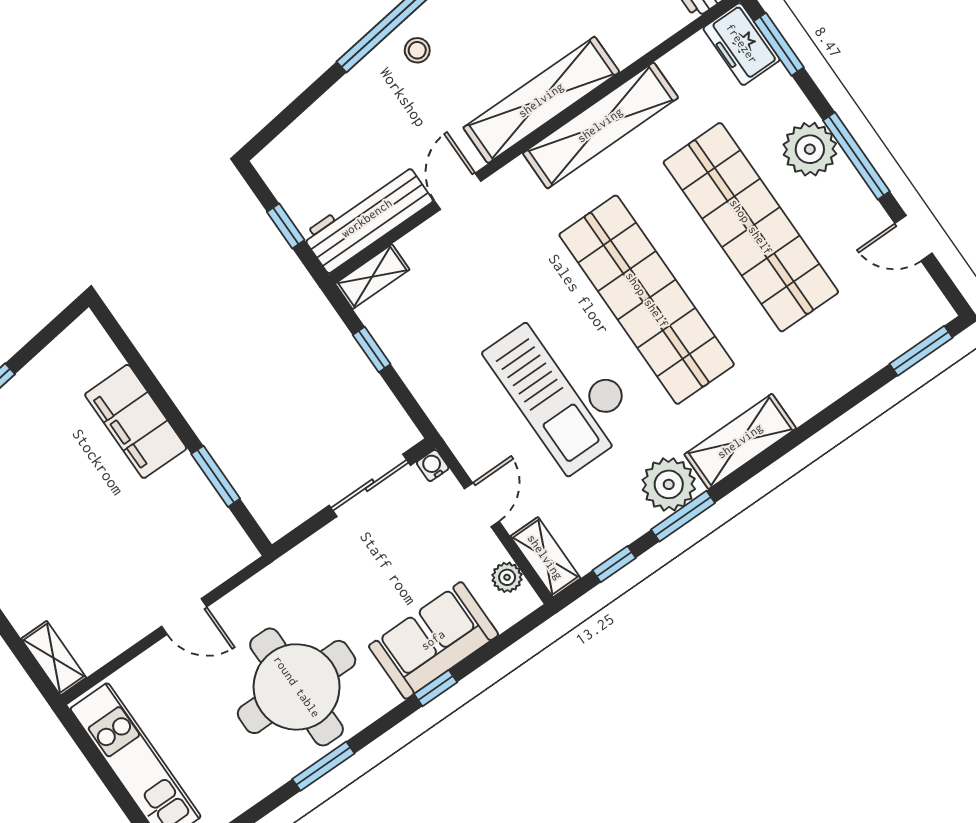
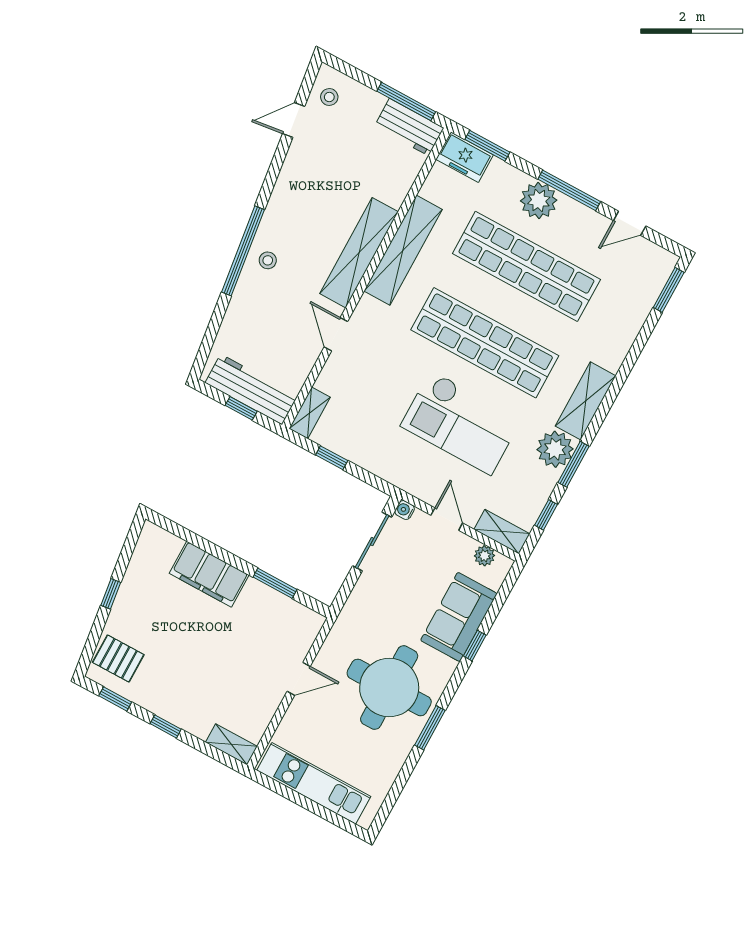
workbench: (367, 218) -> (251, 389), moved, turned 90

